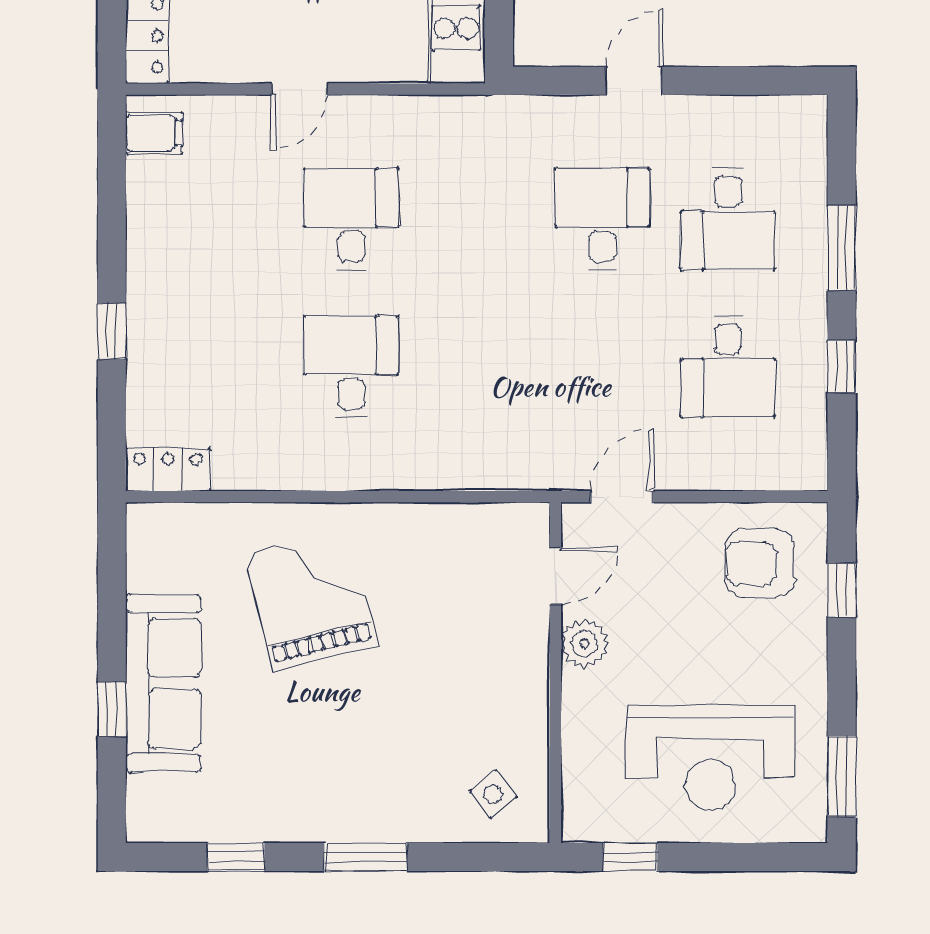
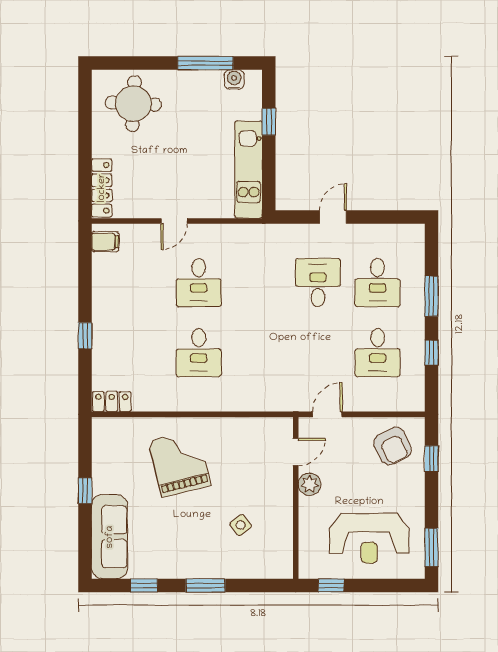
desk: (351, 219) -> (199, 283), turned 180
desk: (351, 367) -> (199, 353), turned 180
armchair: (759, 563) -> (393, 446), turned -117
sofa: (163, 683) -> (110, 537), moved
window: (112, 709) -> (85, 491), moved
side table: (493, 794) -> (241, 525), moved

